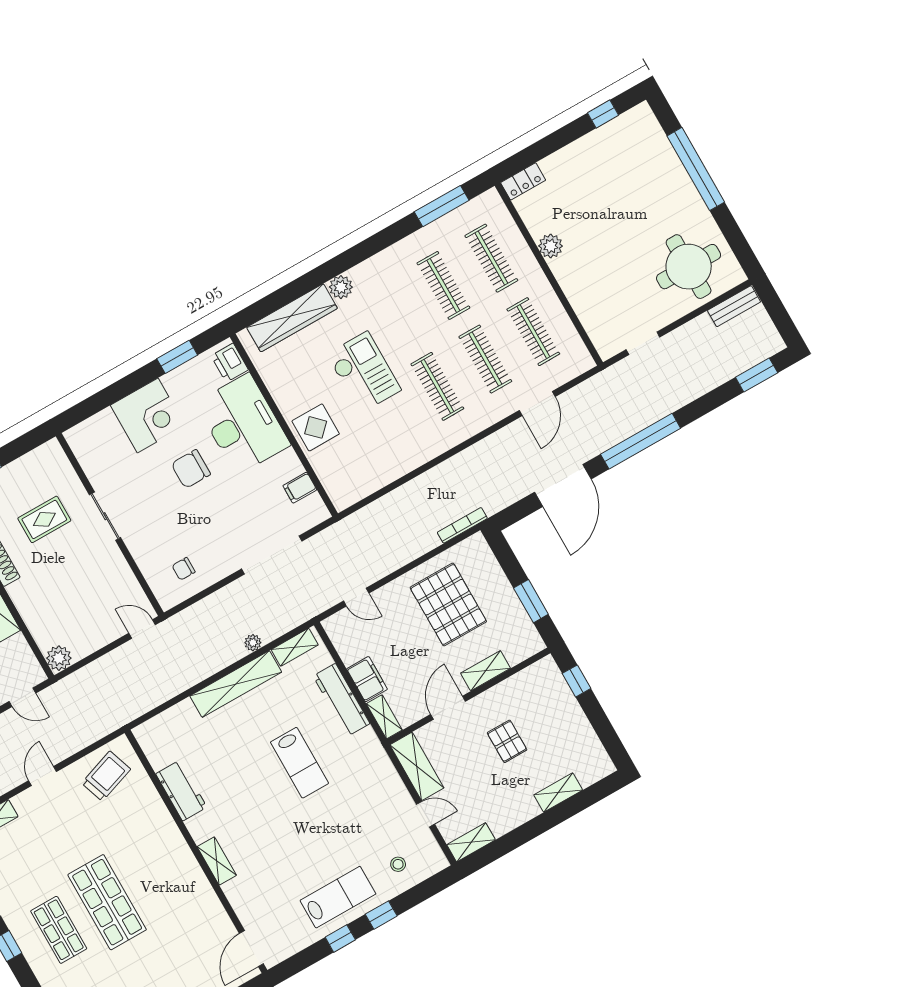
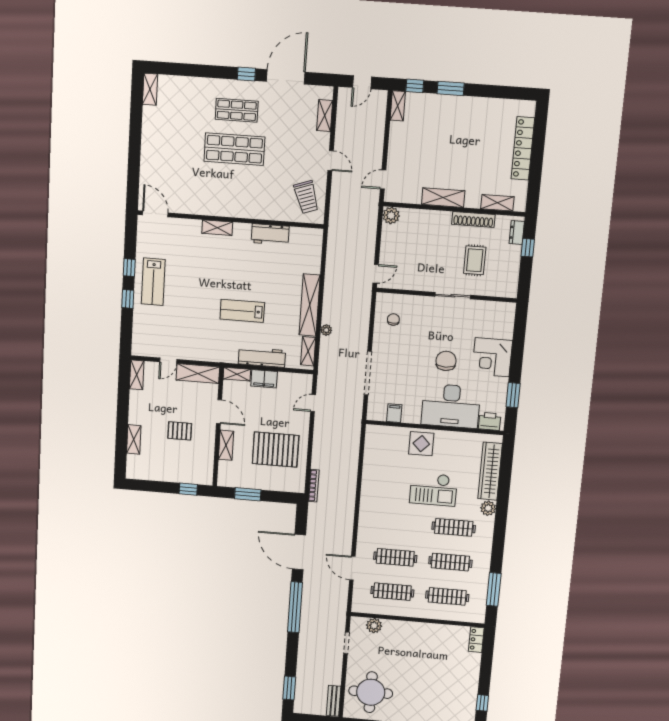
plant: (551, 246) -> (374, 626), moved
clothes rail: (437, 386) -> (454, 527), moved
stool: (398, 864) -> (150, 327), removed

